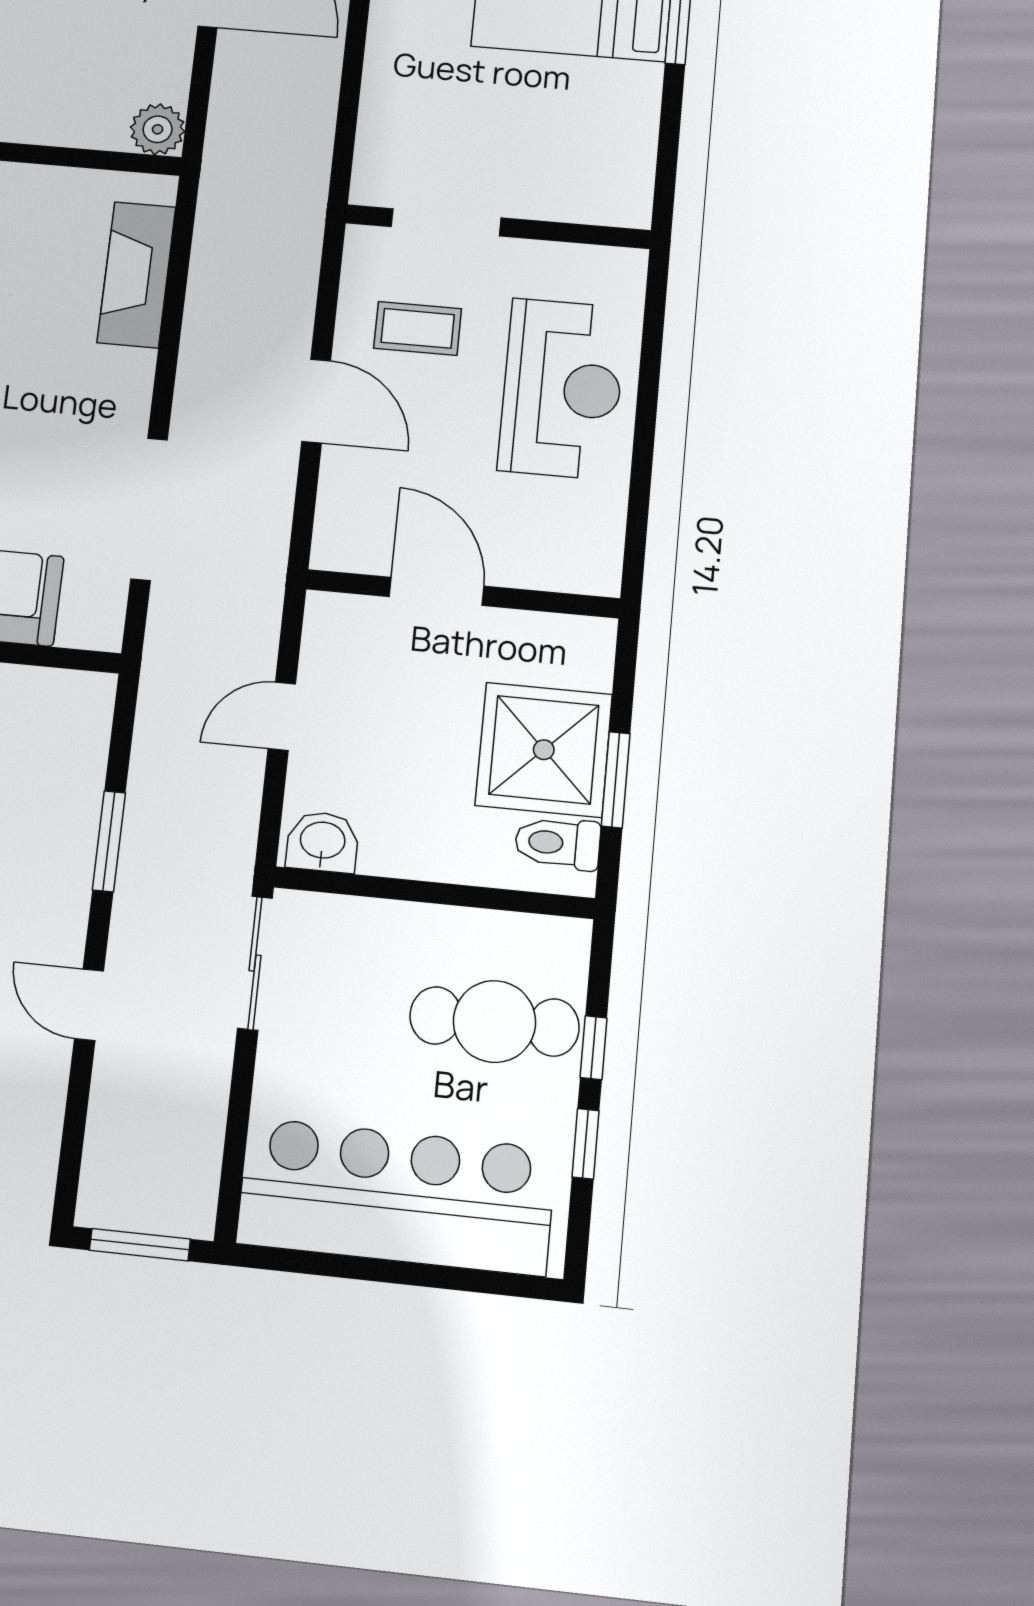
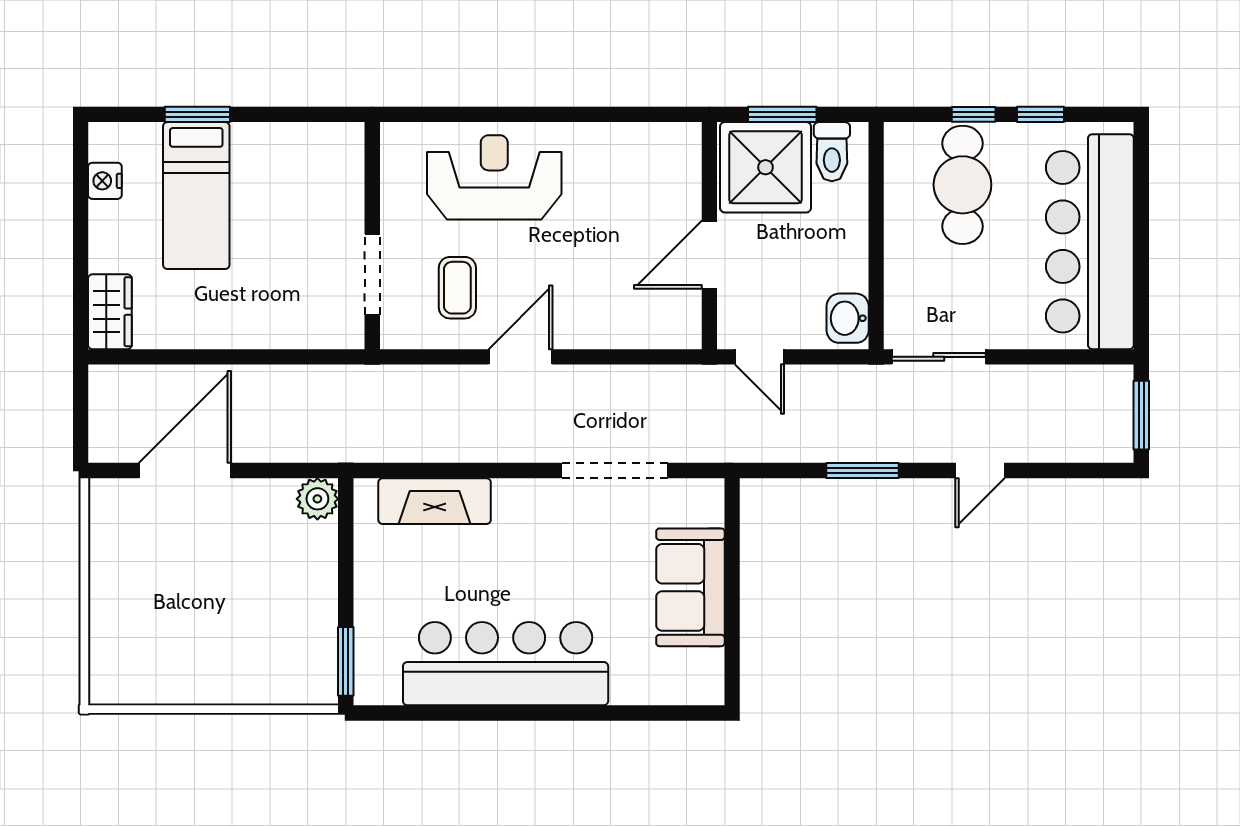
door: (437, 591) -> (709, 255), moved
wall: (463, 594) -> (709, 236), moved

